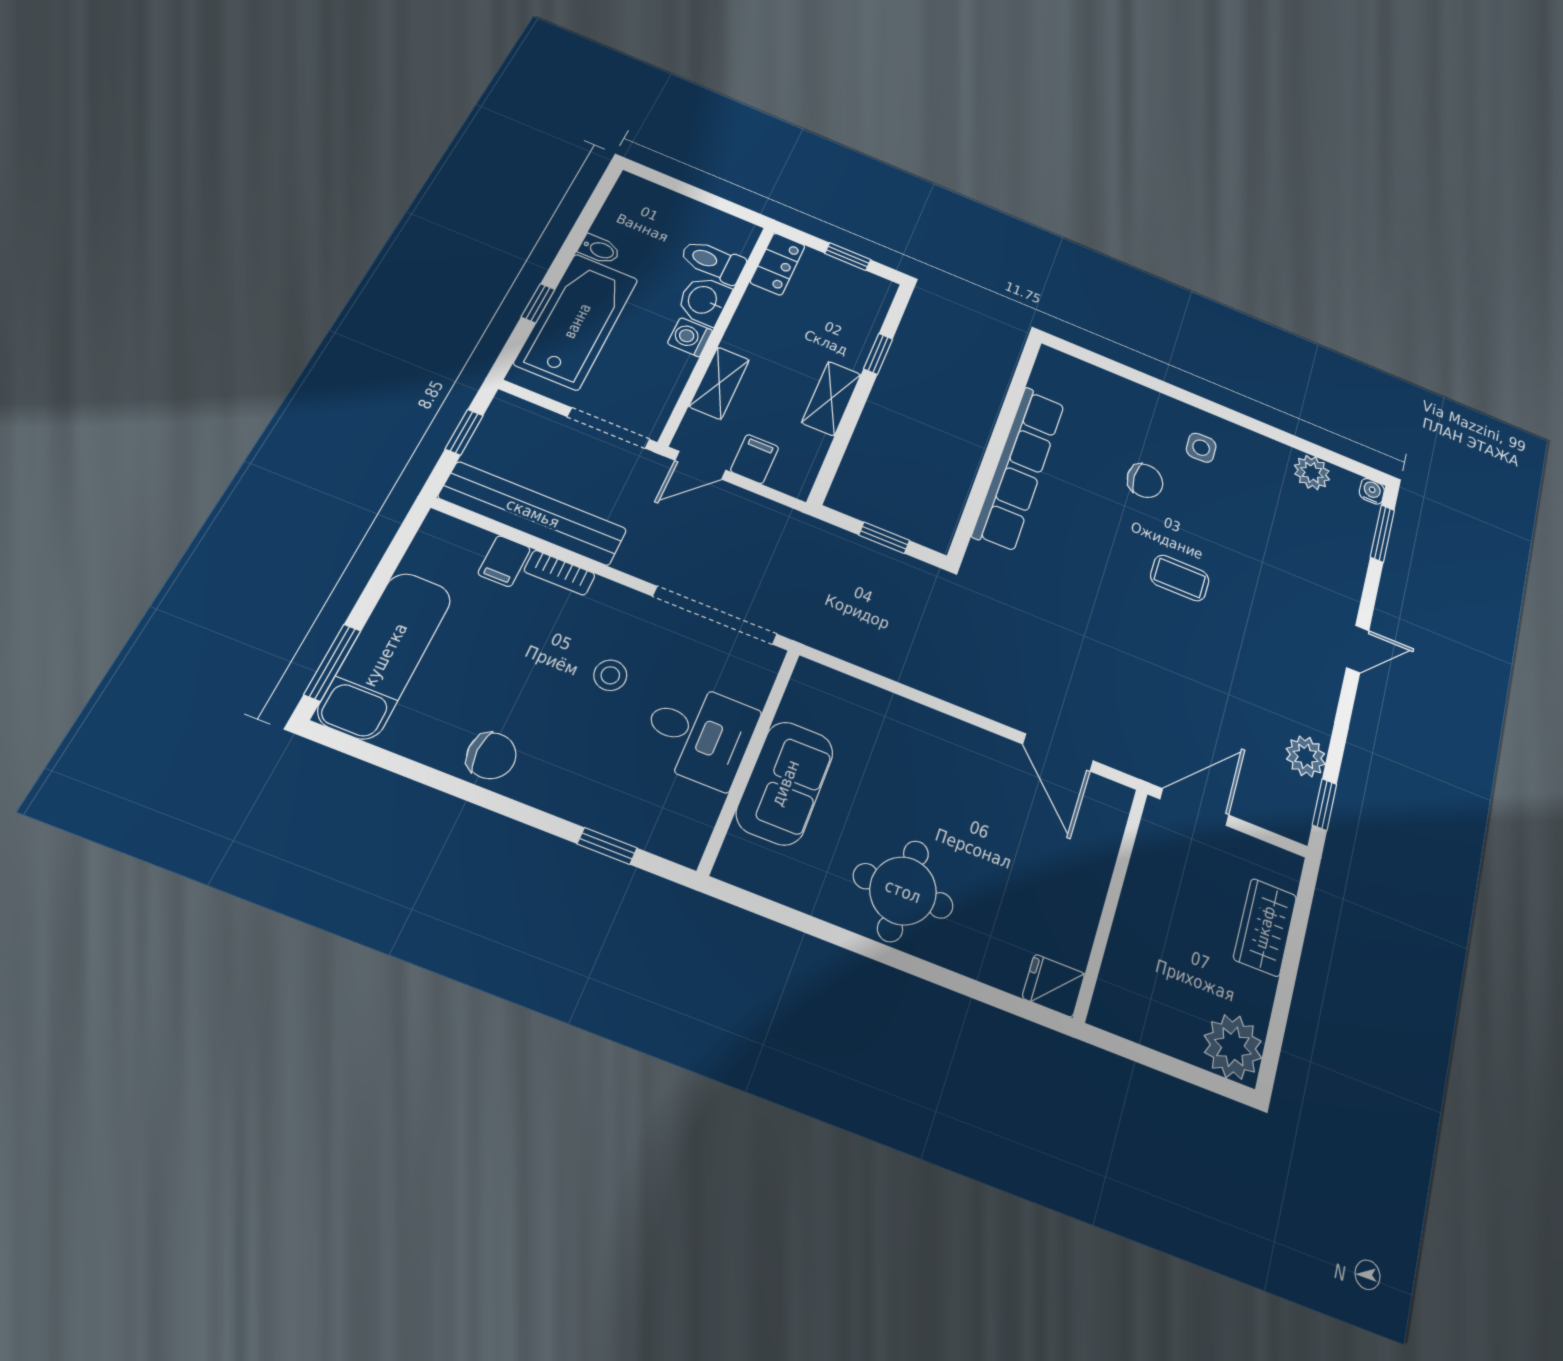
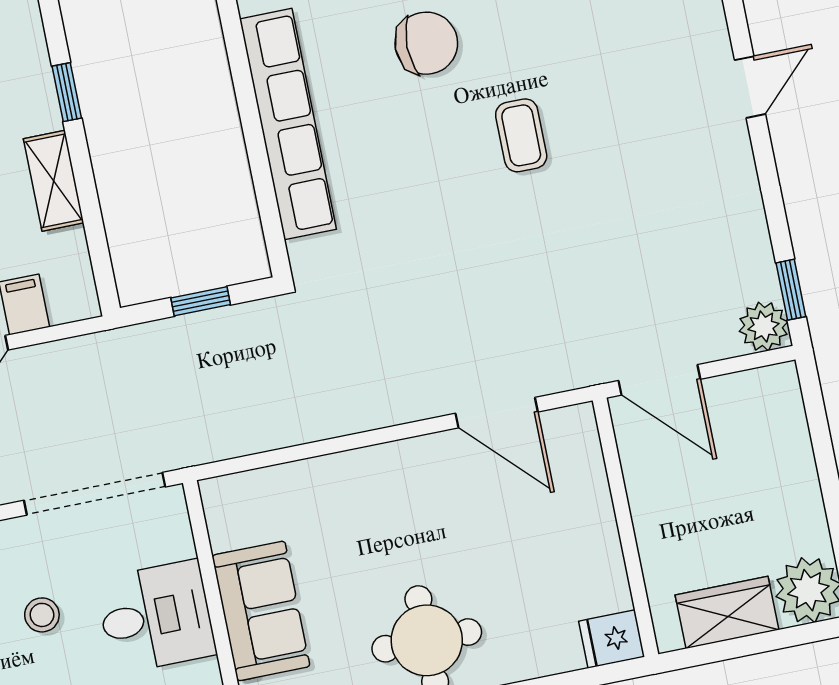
chair: (1145, 481) -> (426, 43), width x1.37, depth x1.37
coffee table: (1180, 578) -> (521, 135), turned 90
plant: (1306, 756) -> (764, 326), moved
door: (1194, 807) -> (659, 380), swing flipped
wardrobe: (1265, 927) -> (727, 612), moved, turned 90

